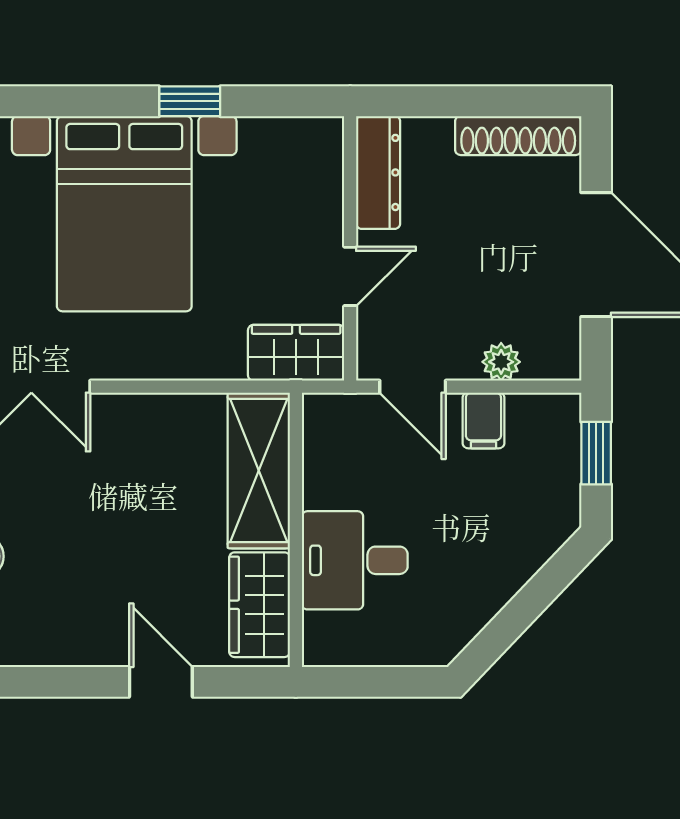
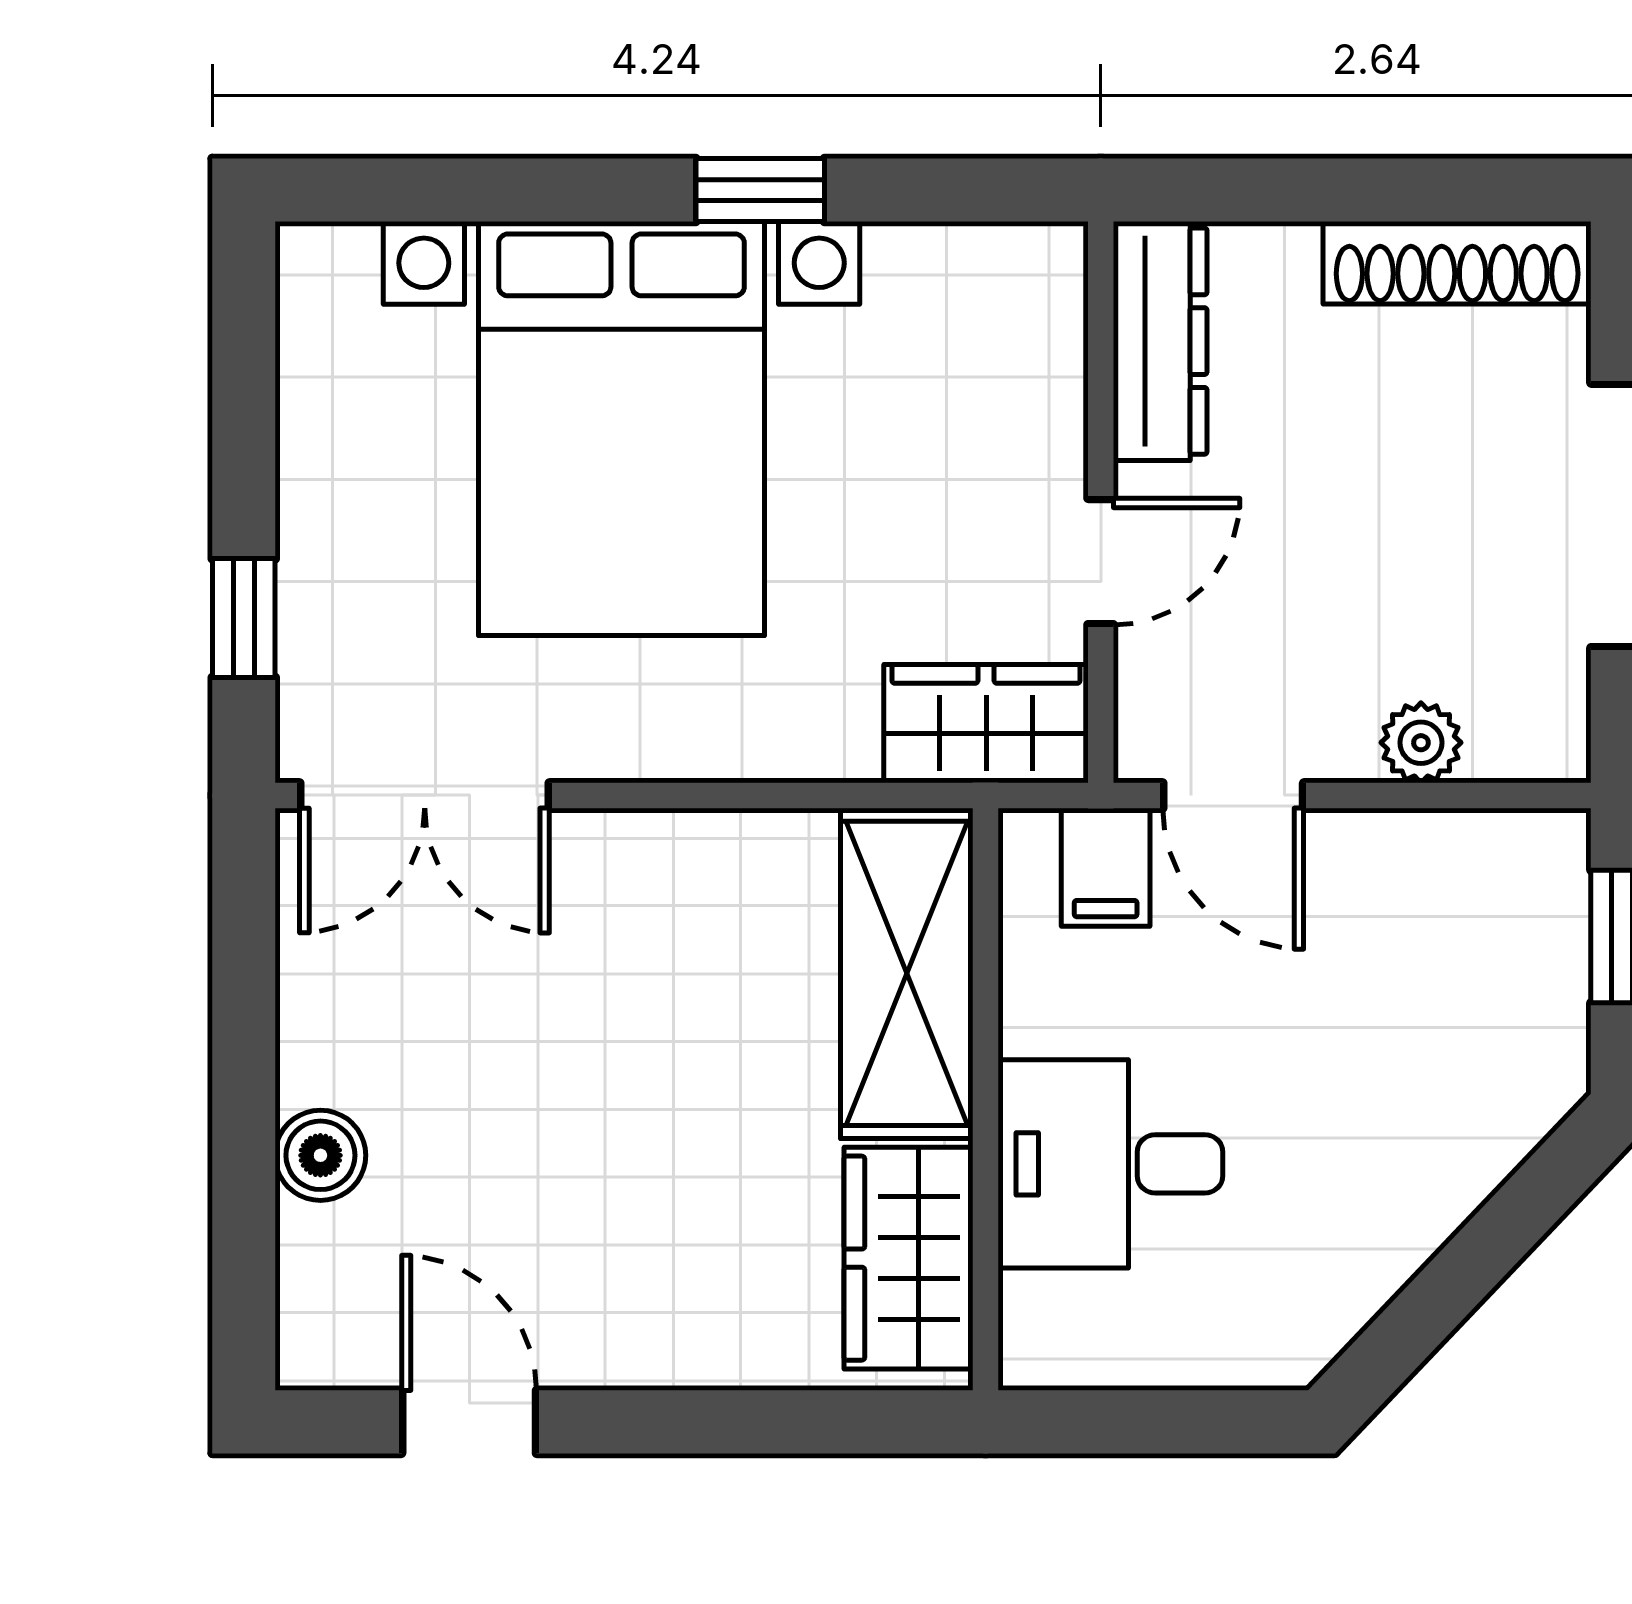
filing cabinet: (483, 420) -> (1106, 867), moved
door: (161, 682) -> (469, 1422), moved

